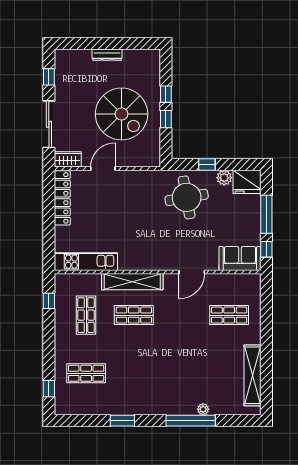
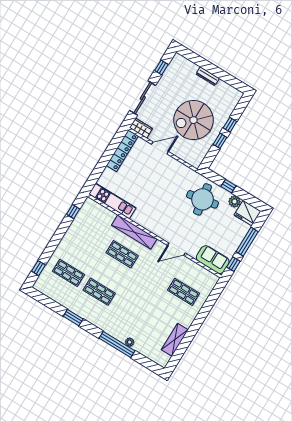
spiral stairs: (122, 114) -> (194, 120), turned 90
shop shelf: (86, 315) -> (99, 292), moved, turned 90
shelving: (253, 375) -> (175, 340), width x0.68

